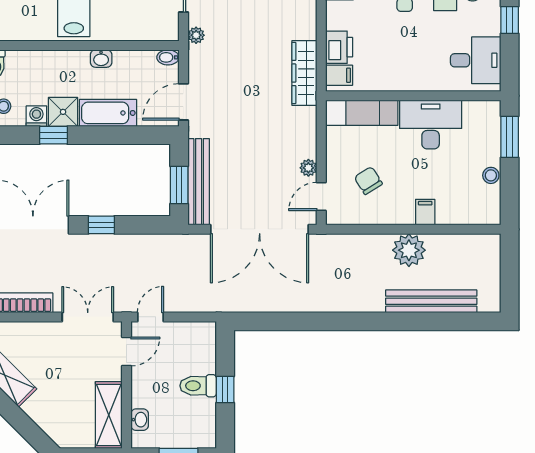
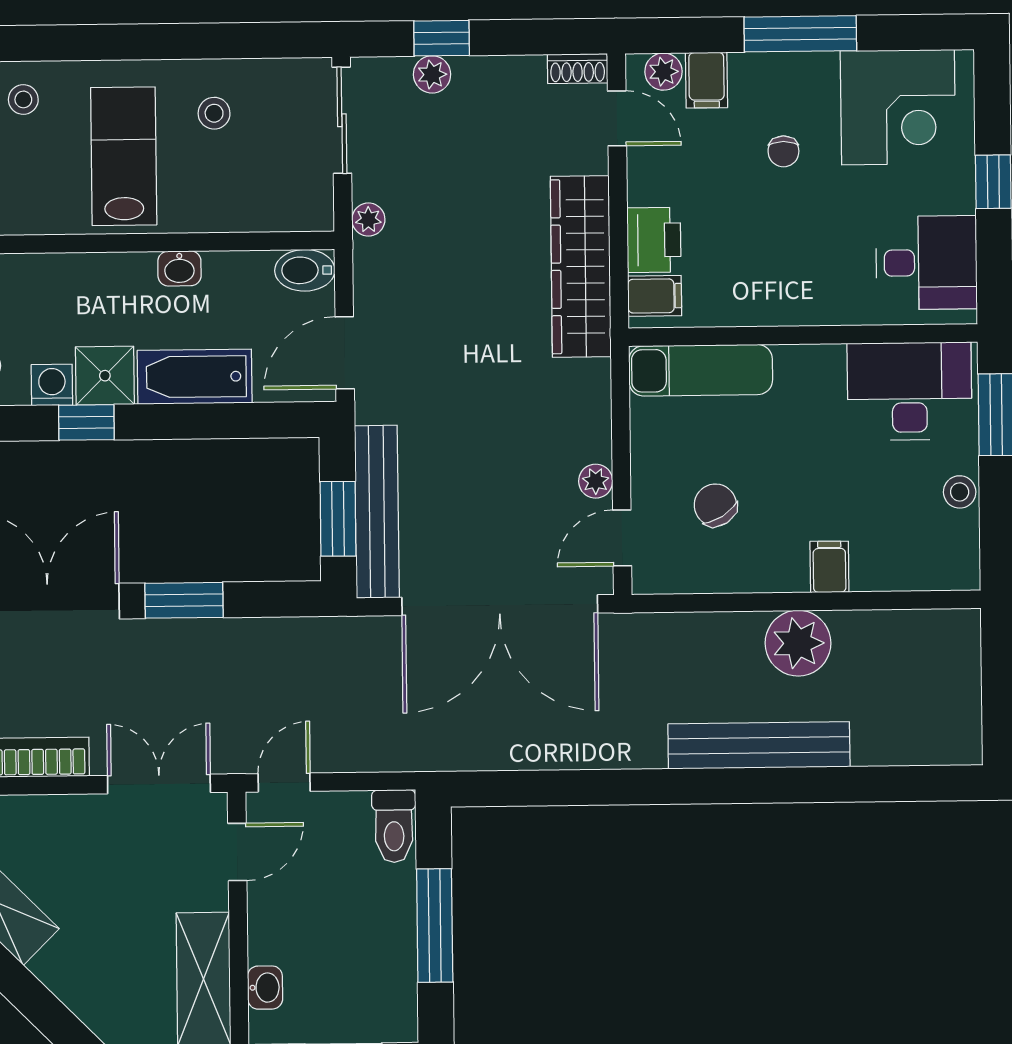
bidet: (168, 57) -> (305, 270), width x1.38, depth x1.36
wardrobe: (304, 73) -> (581, 266), width x1.40, depth x1.17
desk: (431, 125) -> (910, 391), moved
window: (101, 225) -> (184, 600), width x1.50
bench: (431, 301) -> (759, 745), moved
toilet: (198, 386) -> (394, 826), moved, turned -90
window: (225, 390) -> (435, 925), width x2.17

